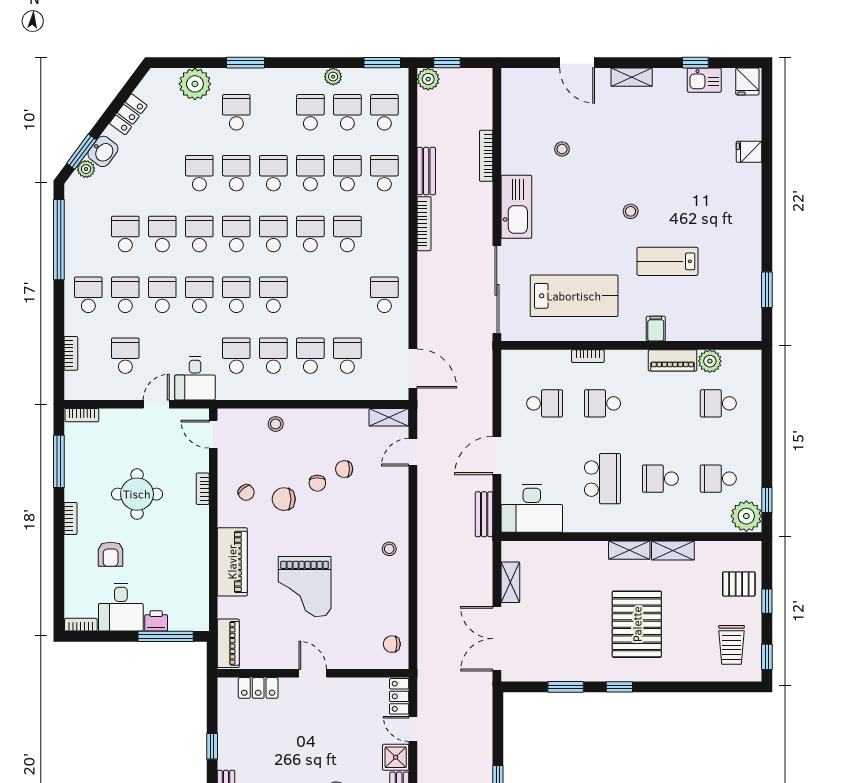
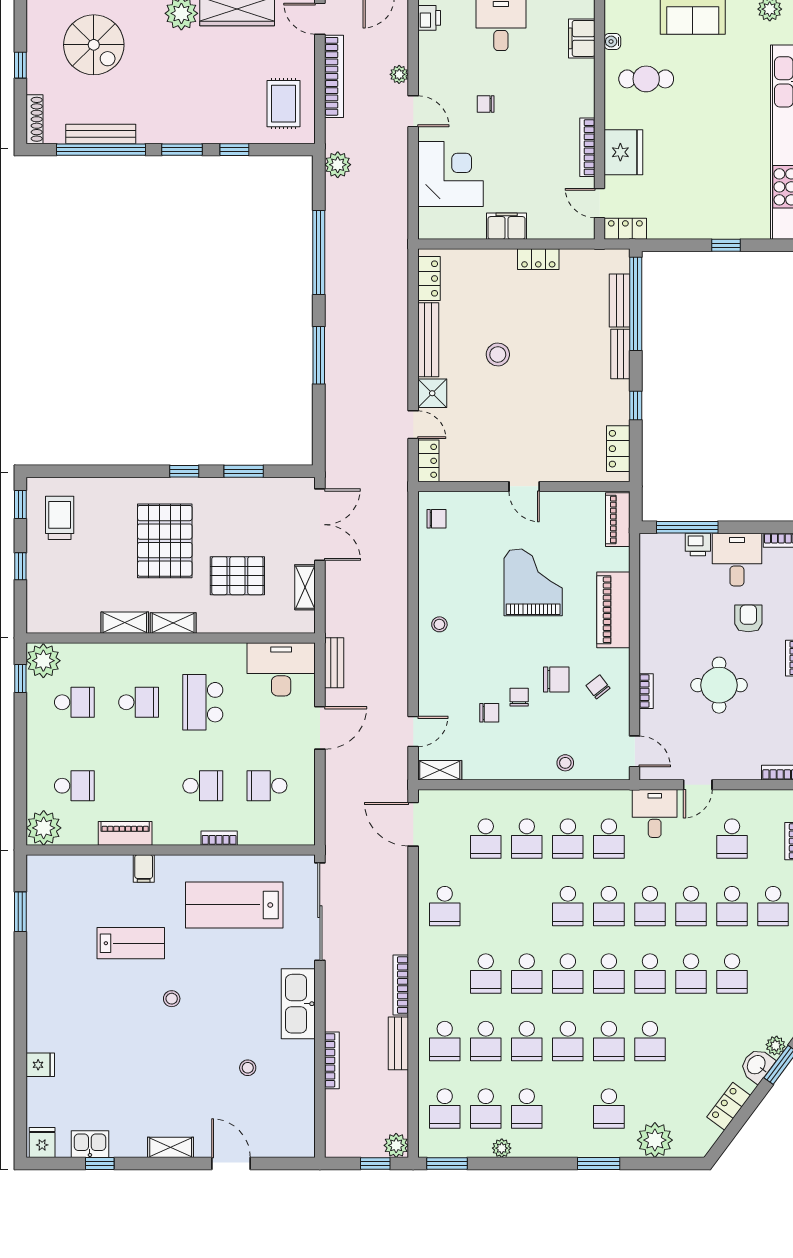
plant: (710, 361) -> (44, 828), moved, width x1.36, depth x1.36
pallet: (739, 584) -> (237, 576), moved, width x1.50, depth x1.42
locker: (258, 688) -> (618, 449), moved, turned -90

